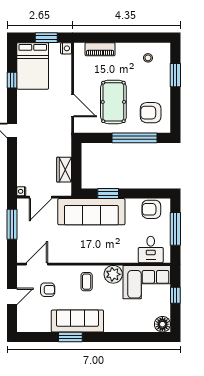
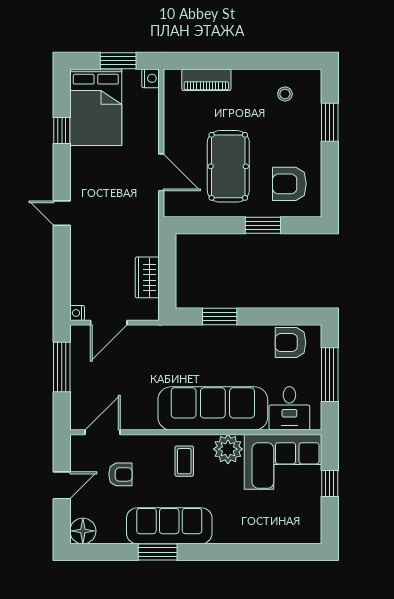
window: (135, 138) -> (263, 225), width x0.47
sofa: (91, 212) -> (213, 408), moved, turned 180
floor lamp: (162, 324) -> (83, 531), moved

